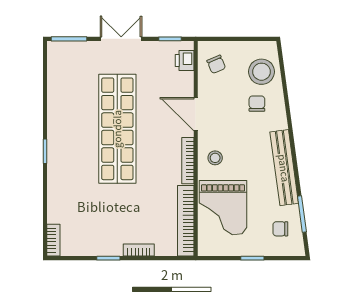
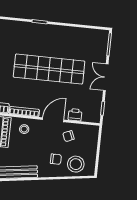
double door: (121, 39) -> (106, 77), swing flipped
printer: (185, 61) -> (75, 115), moved
chair: (216, 64) -> (69, 136), moved

